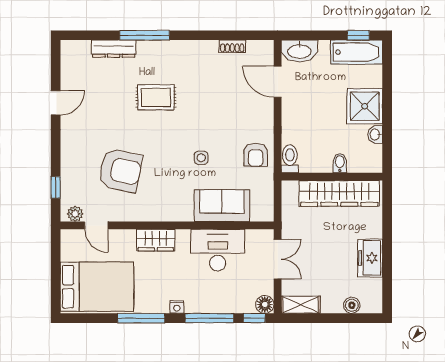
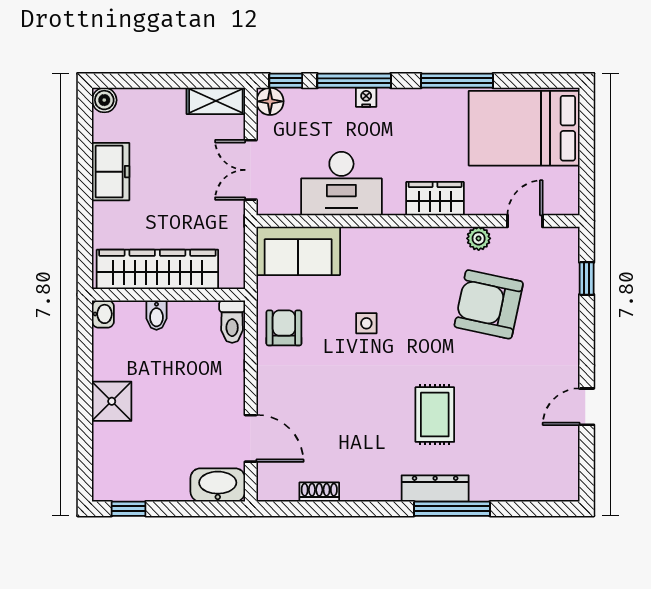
dresser: (114, 49) -> (435, 488), moved
bathtub: (357, 52) -> (131, 483), removed
rug: (156, 97) -> (435, 415), turned 90
shower: (365, 106) -> (112, 401), width x0.73, depth x0.73
washbasin: (375, 135) -> (103, 314), moved
sofa: (222, 206) -> (298, 251), moved
plant: (75, 214) -> (479, 238), moved
door: (96, 225) -> (525, 221), hinge flipped
boiler: (352, 305) -> (104, 100), moved
nightstand: (177, 307) -> (366, 97), moved

